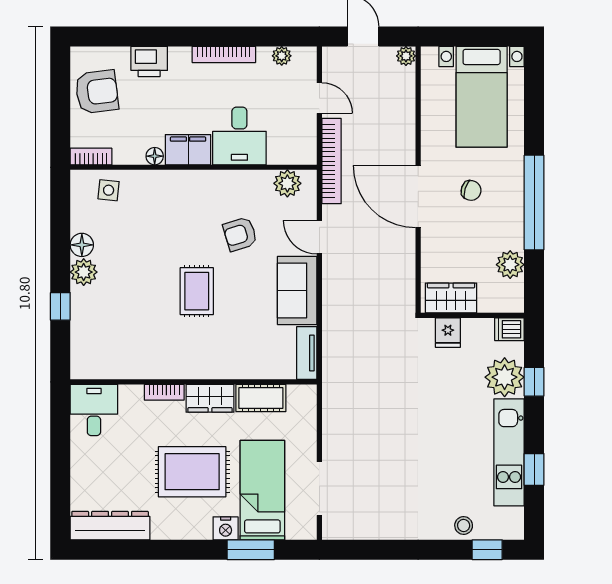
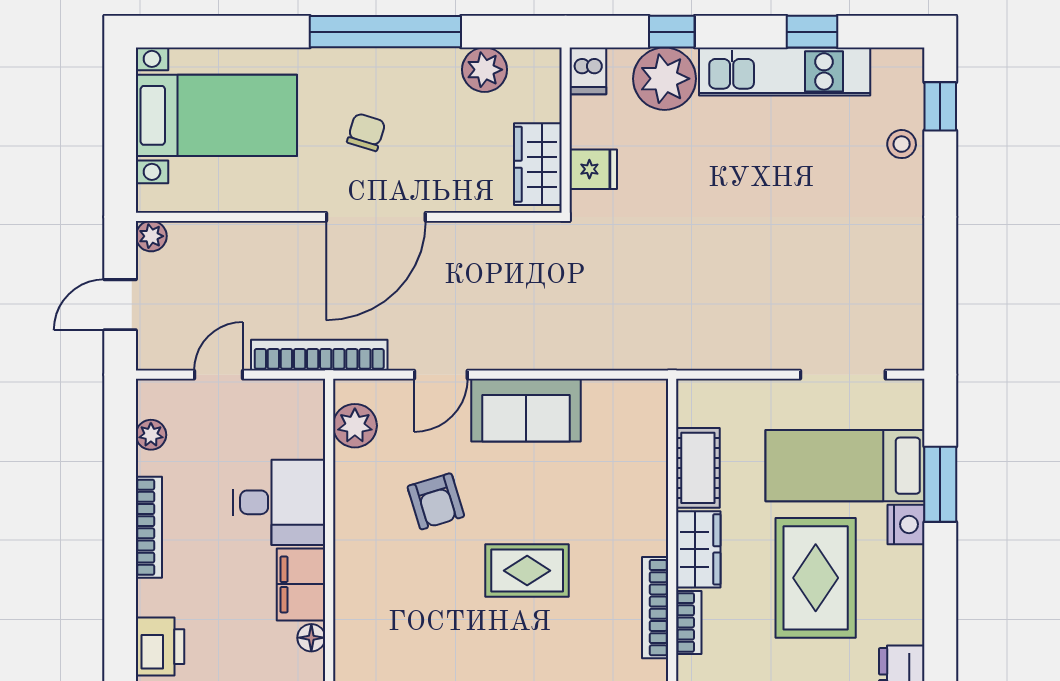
tv unit: (307, 353) -> (626, 395), removed
bookcase: (174, 371) -> (655, 608), added

